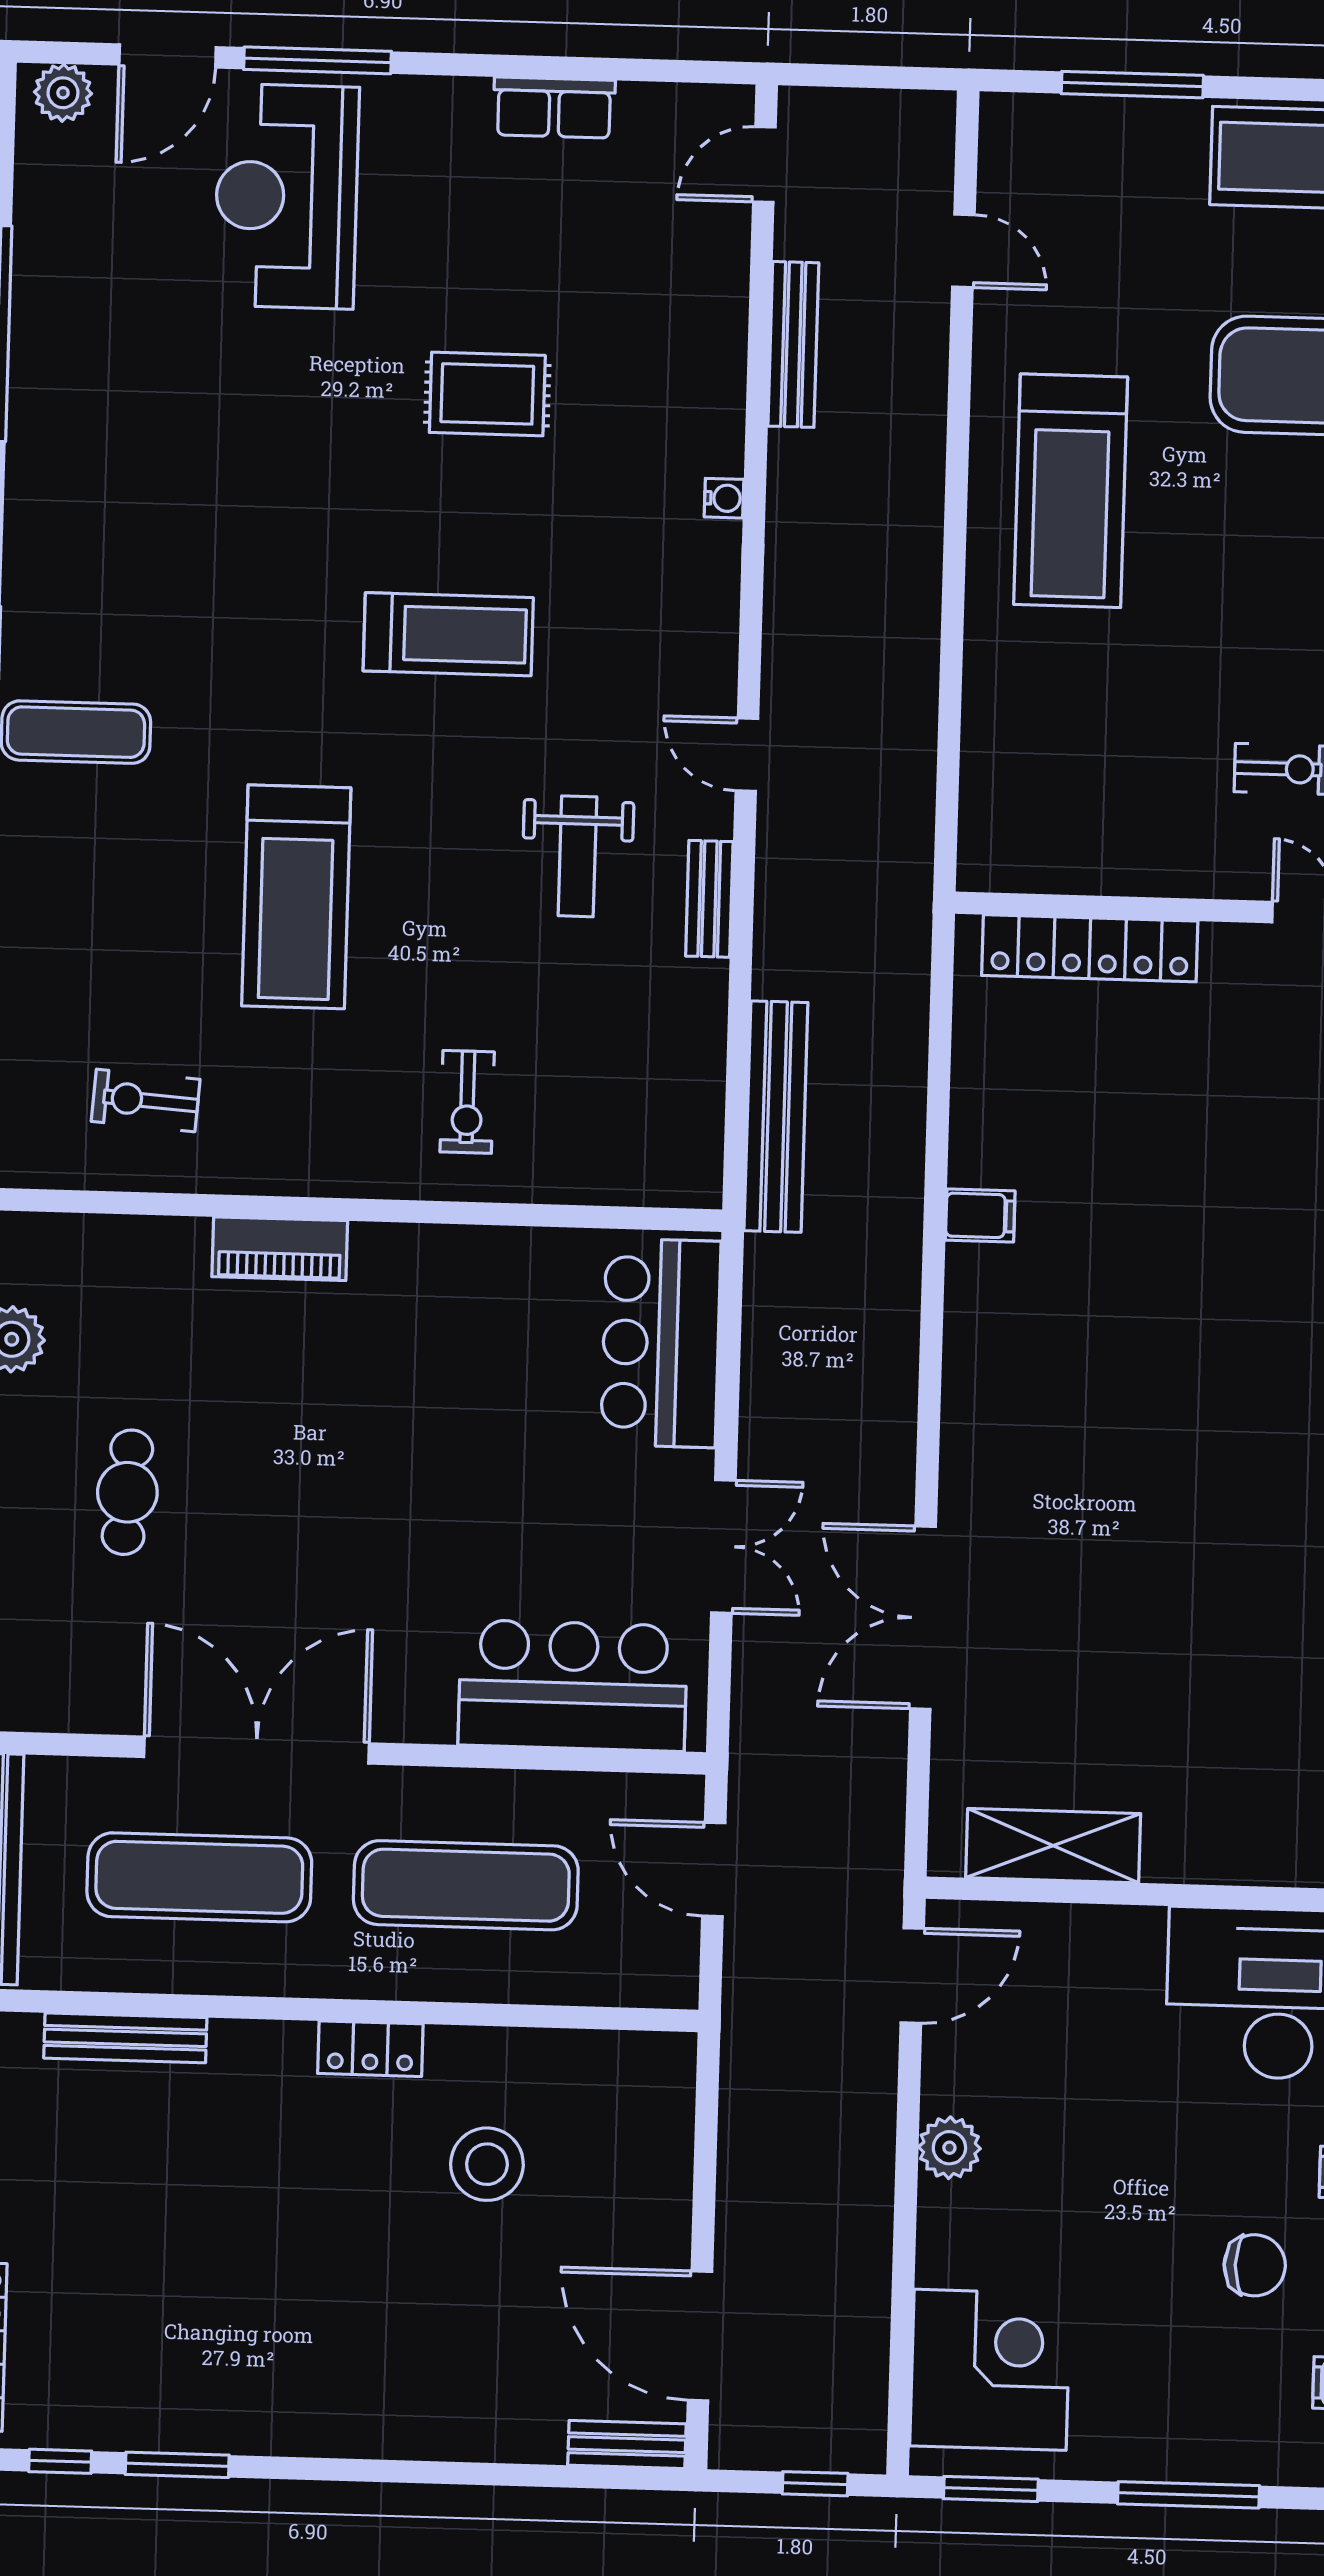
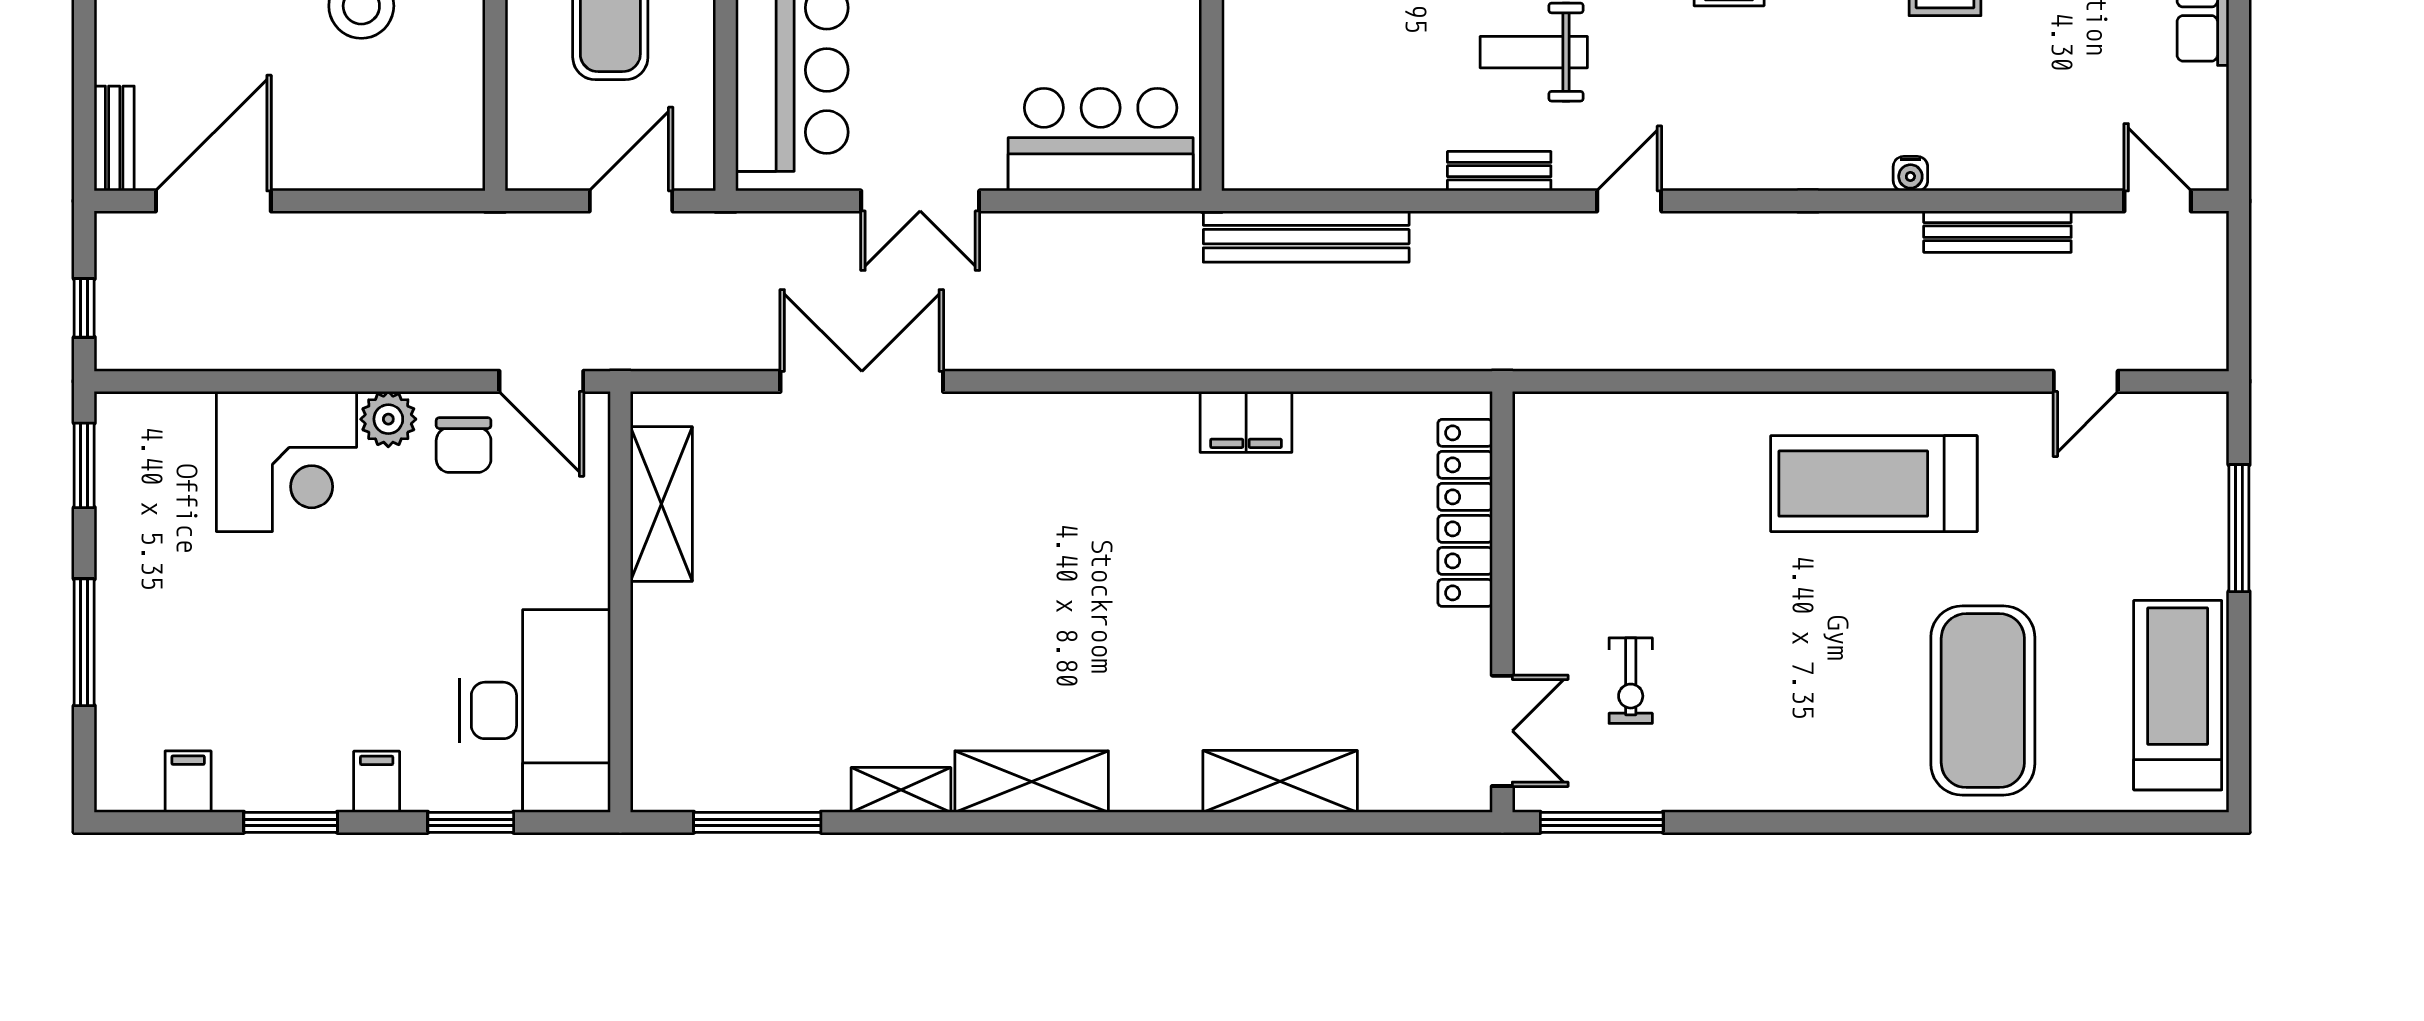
water cooler: (724, 498) -> (1910, 174), moved
filing cabinet: (980, 1215) -> (1246, 422), width x2.00
chair: (1255, 2265) -> (464, 445), moved
corner desk: (990, 2370) -> (286, 461), moved

